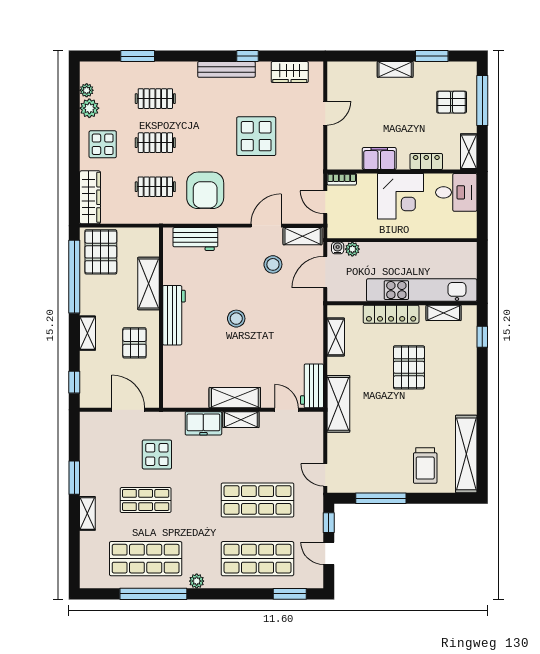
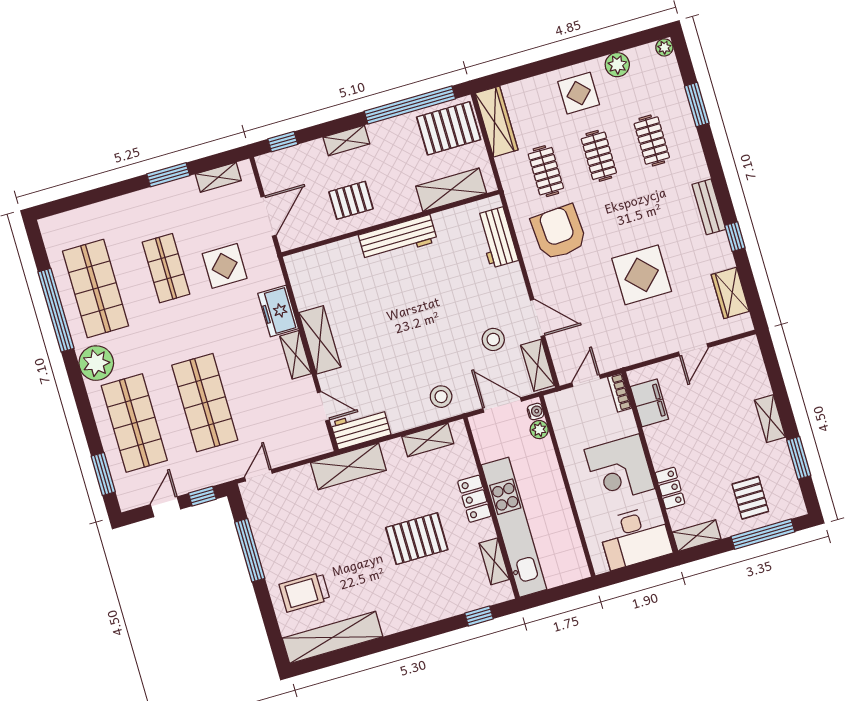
bench: (226, 69) -> (709, 207), width x0.73
plant: (87, 90) -> (664, 47), moved
door: (325, 113) -> (693, 350), hinge flipped
filing cabinet: (379, 159) -> (649, 403), moved
armchair: (205, 190) -> (559, 232), turned 86
desk: (456, 192) -> (635, 537), width x1.37
wardrobe: (90, 197) -> (497, 122), moved, turned -90
shelving: (149, 284) -> (451, 190), moved
locker: (391, 314) -> (474, 499), width x0.66
stool: (236, 319) -> (441, 397), moved
door: (287, 410) -> (323, 406), hinge flipped
shelving: (87, 513) -> (218, 177), moved
plant: (197, 581) -> (96, 363), width x1.87, depth x1.87

